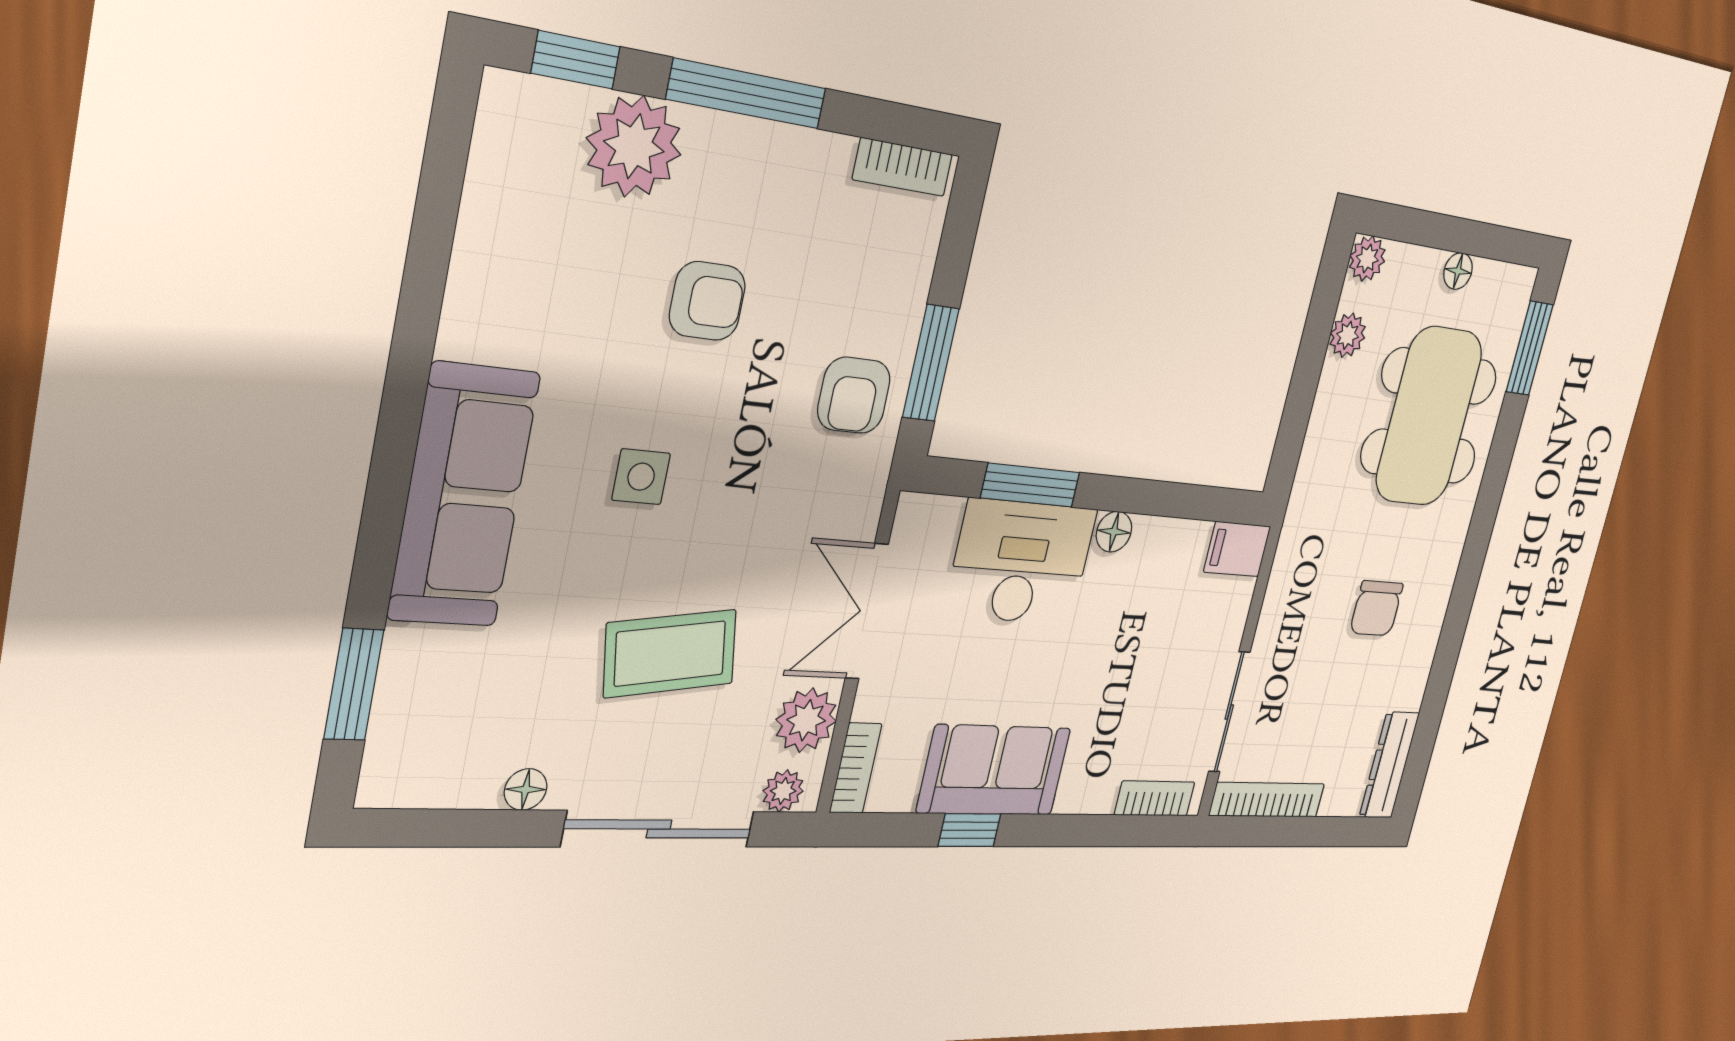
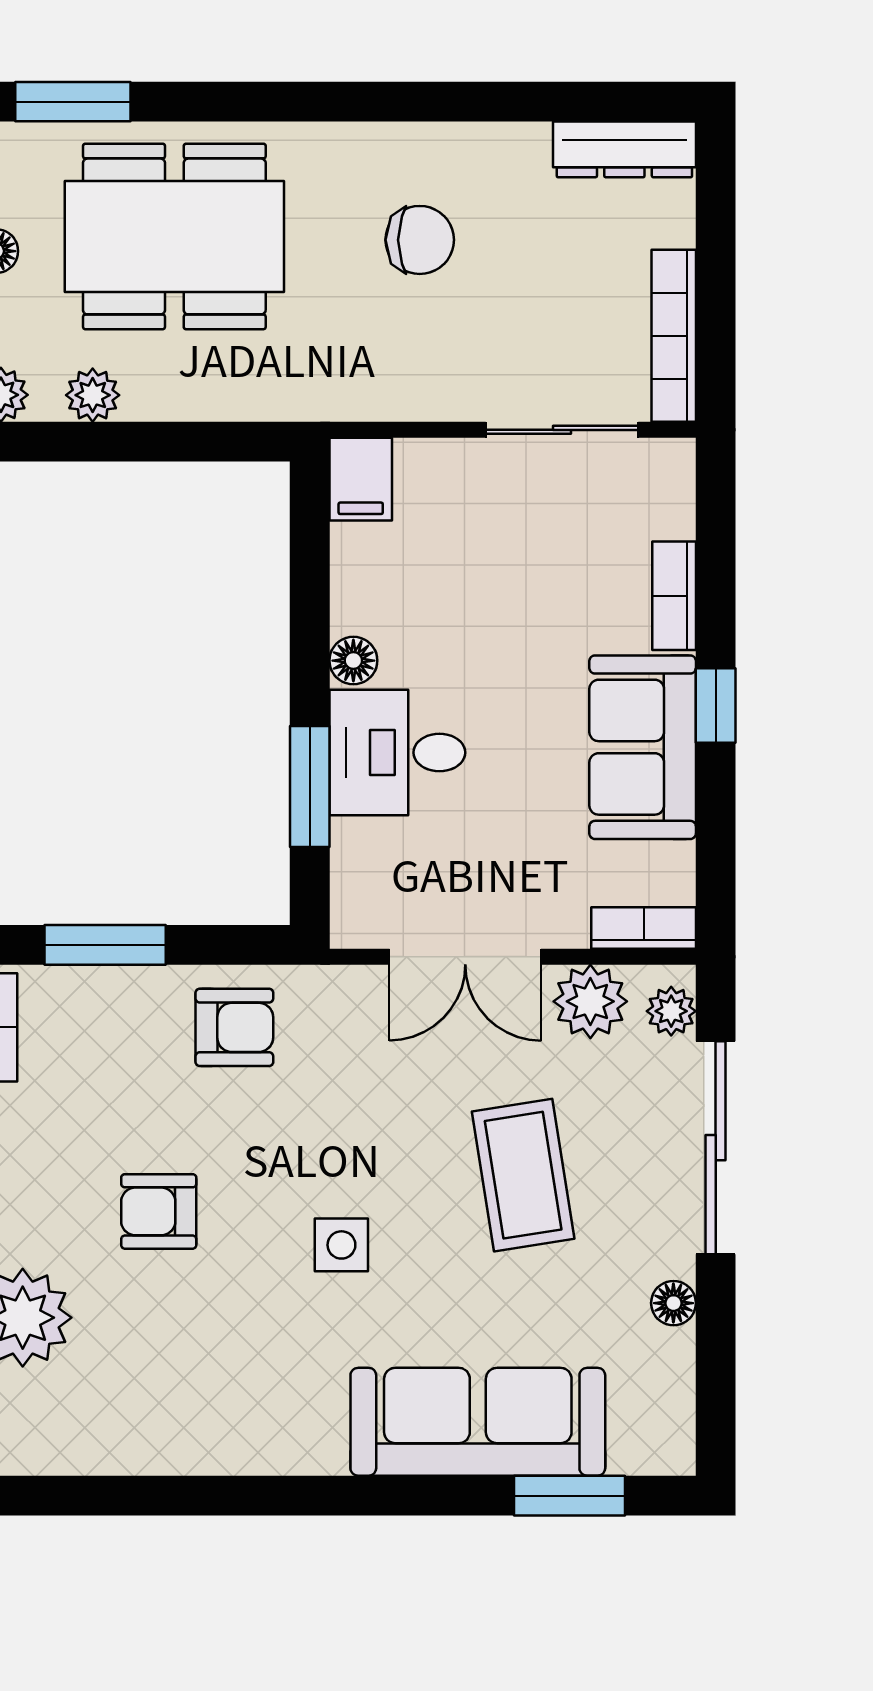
armchair: (707, 301) -> (159, 1211), turned -90
window: (931, 363) -> (105, 945), moved
sofa: (464, 496) -> (478, 1422), moved
desk: (1021, 562) -> (397, 753), width x0.73
bookcase: (1155, 798) -> (674, 596), moved
window: (969, 830) -> (716, 705), moved

